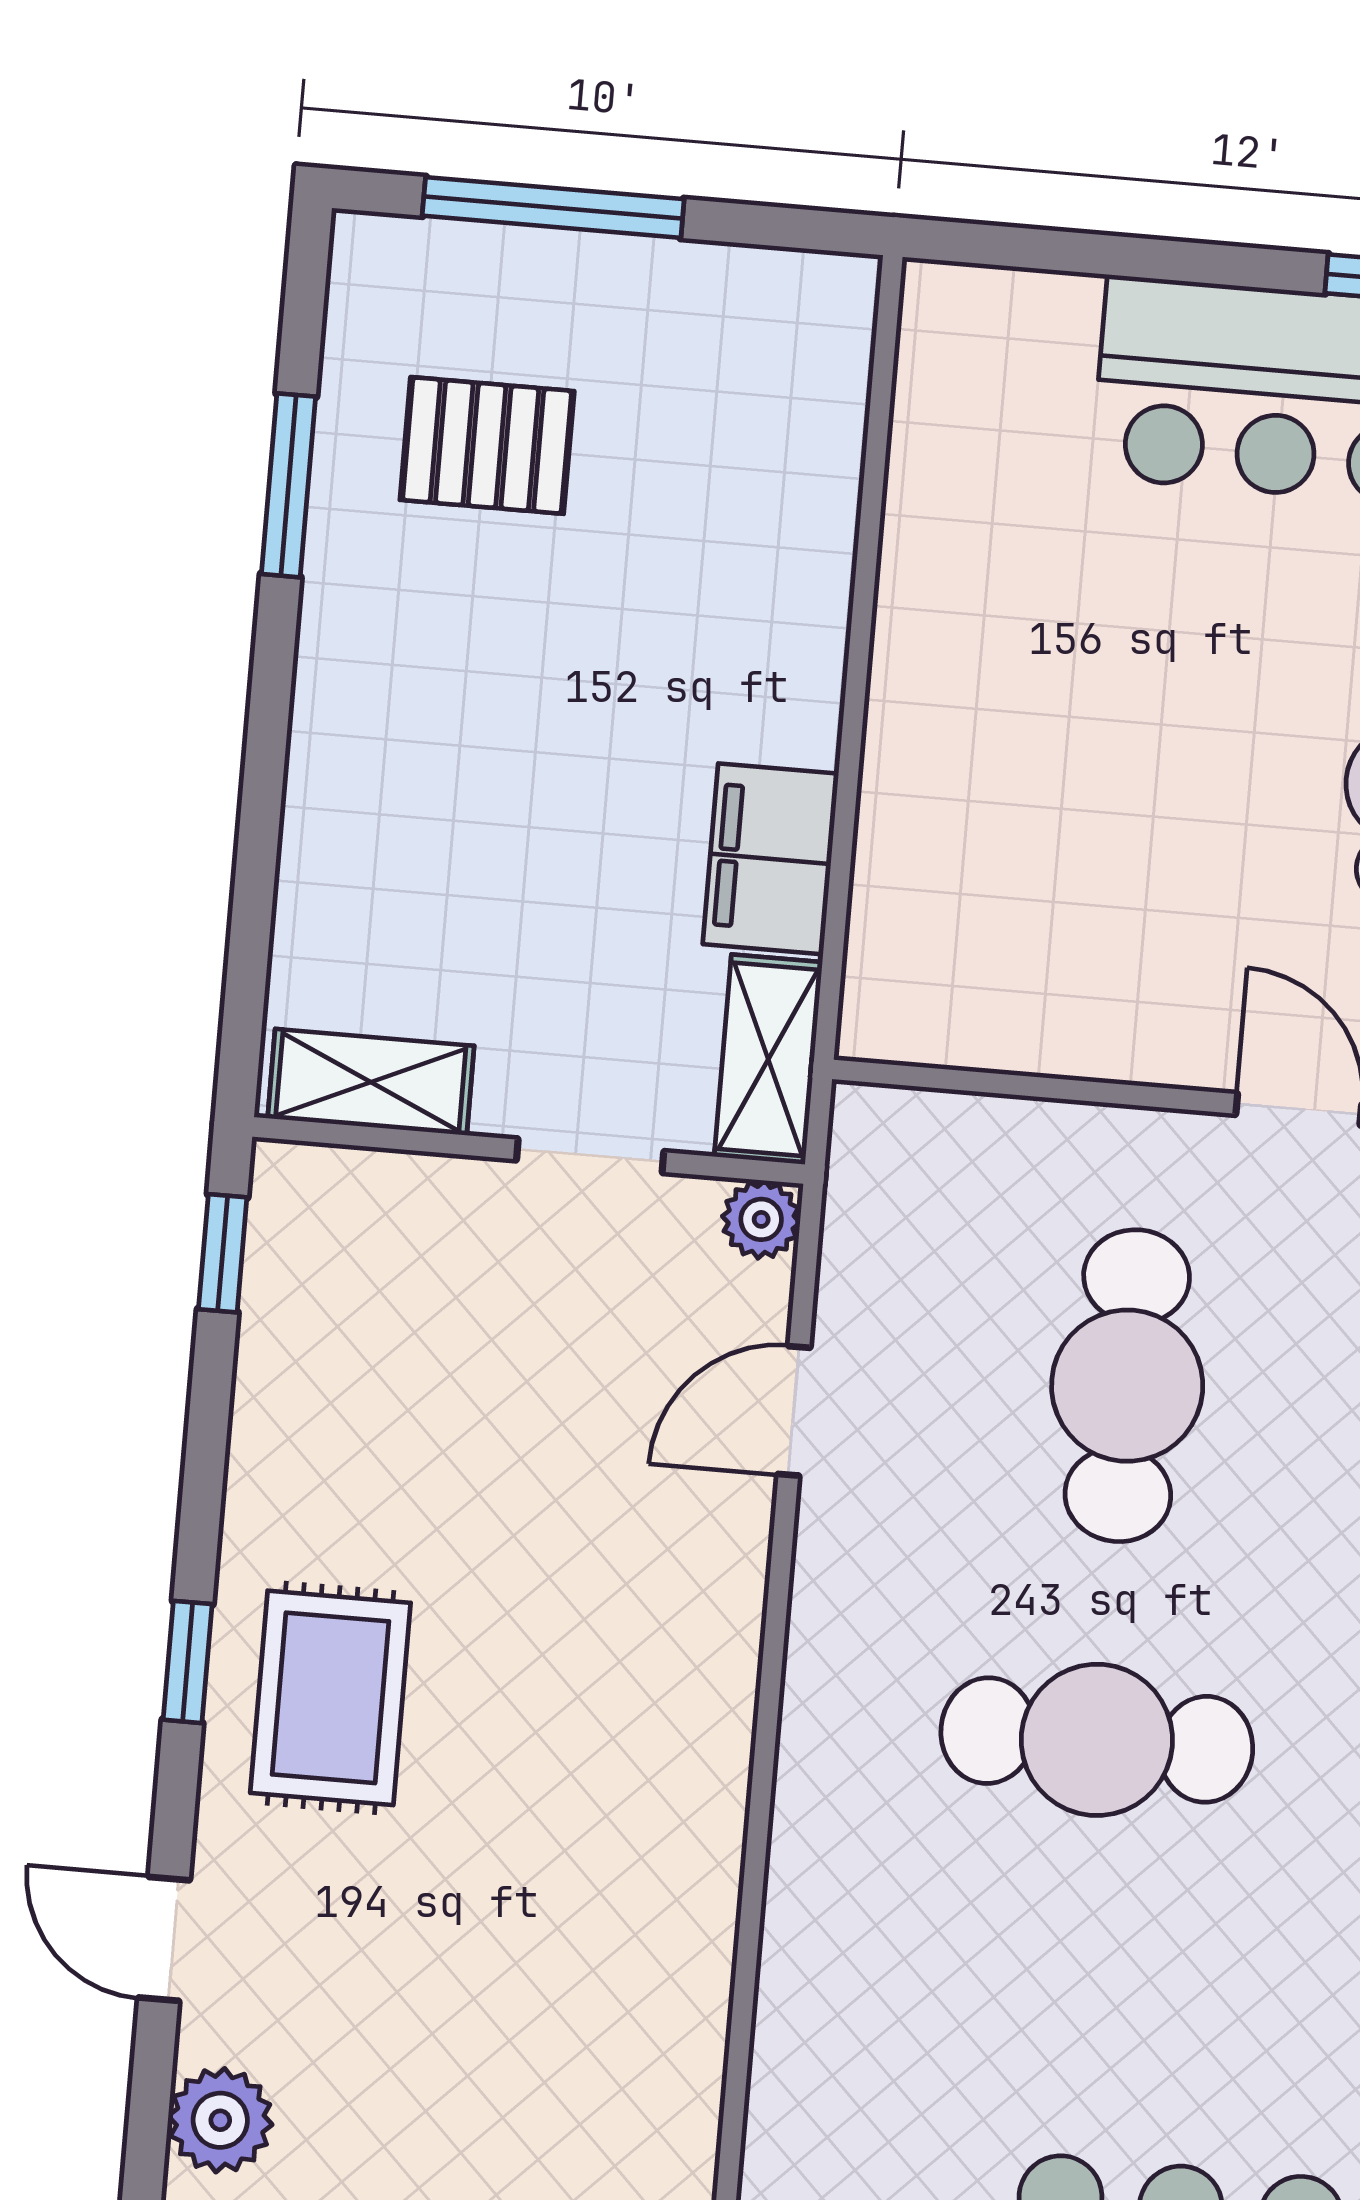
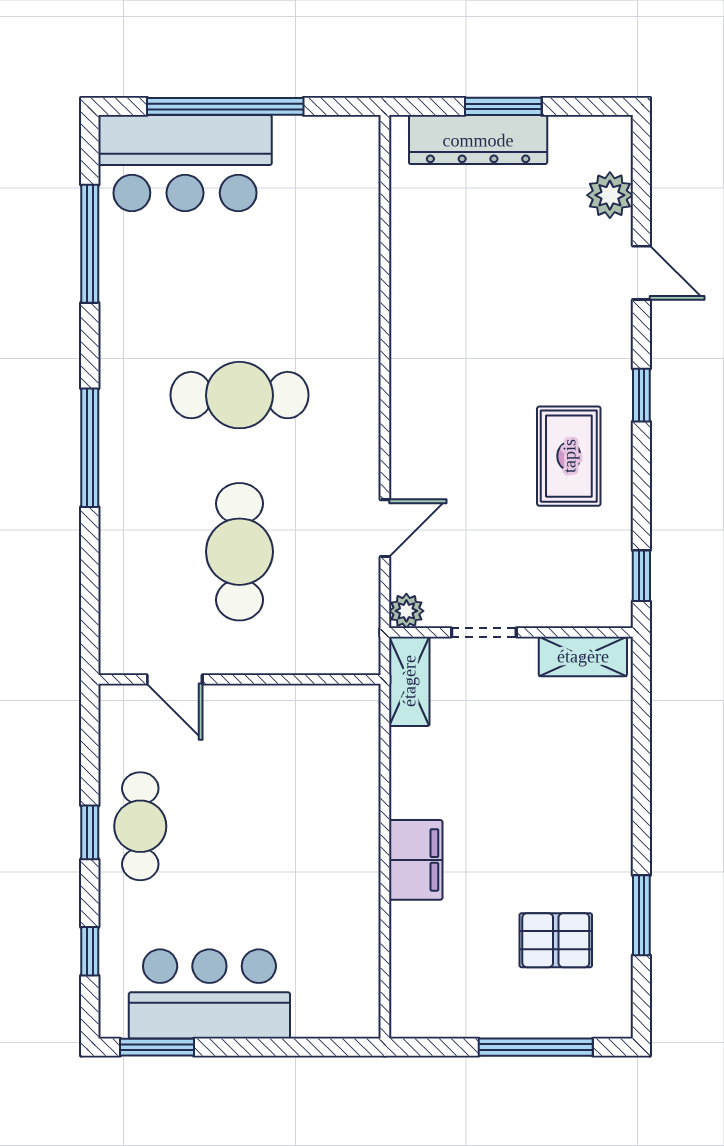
filing cabinet: (771, 859) -> (416, 860), moved
rug: (330, 1698) -> (569, 456), moved

